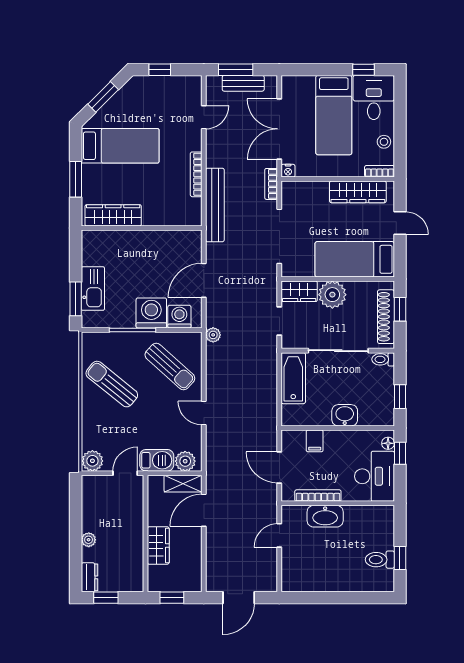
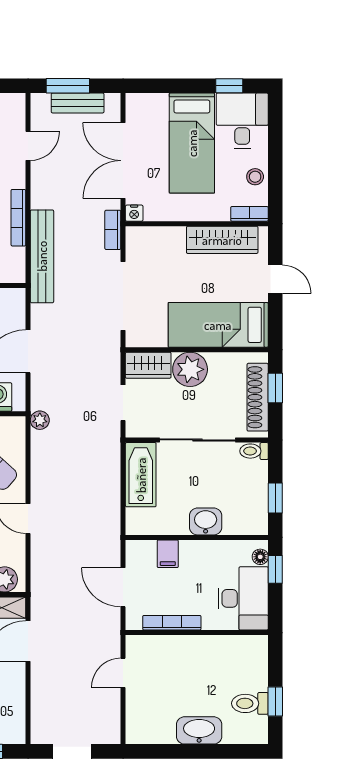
washbasin: (325, 516) -> (199, 730), moved, turned 180

